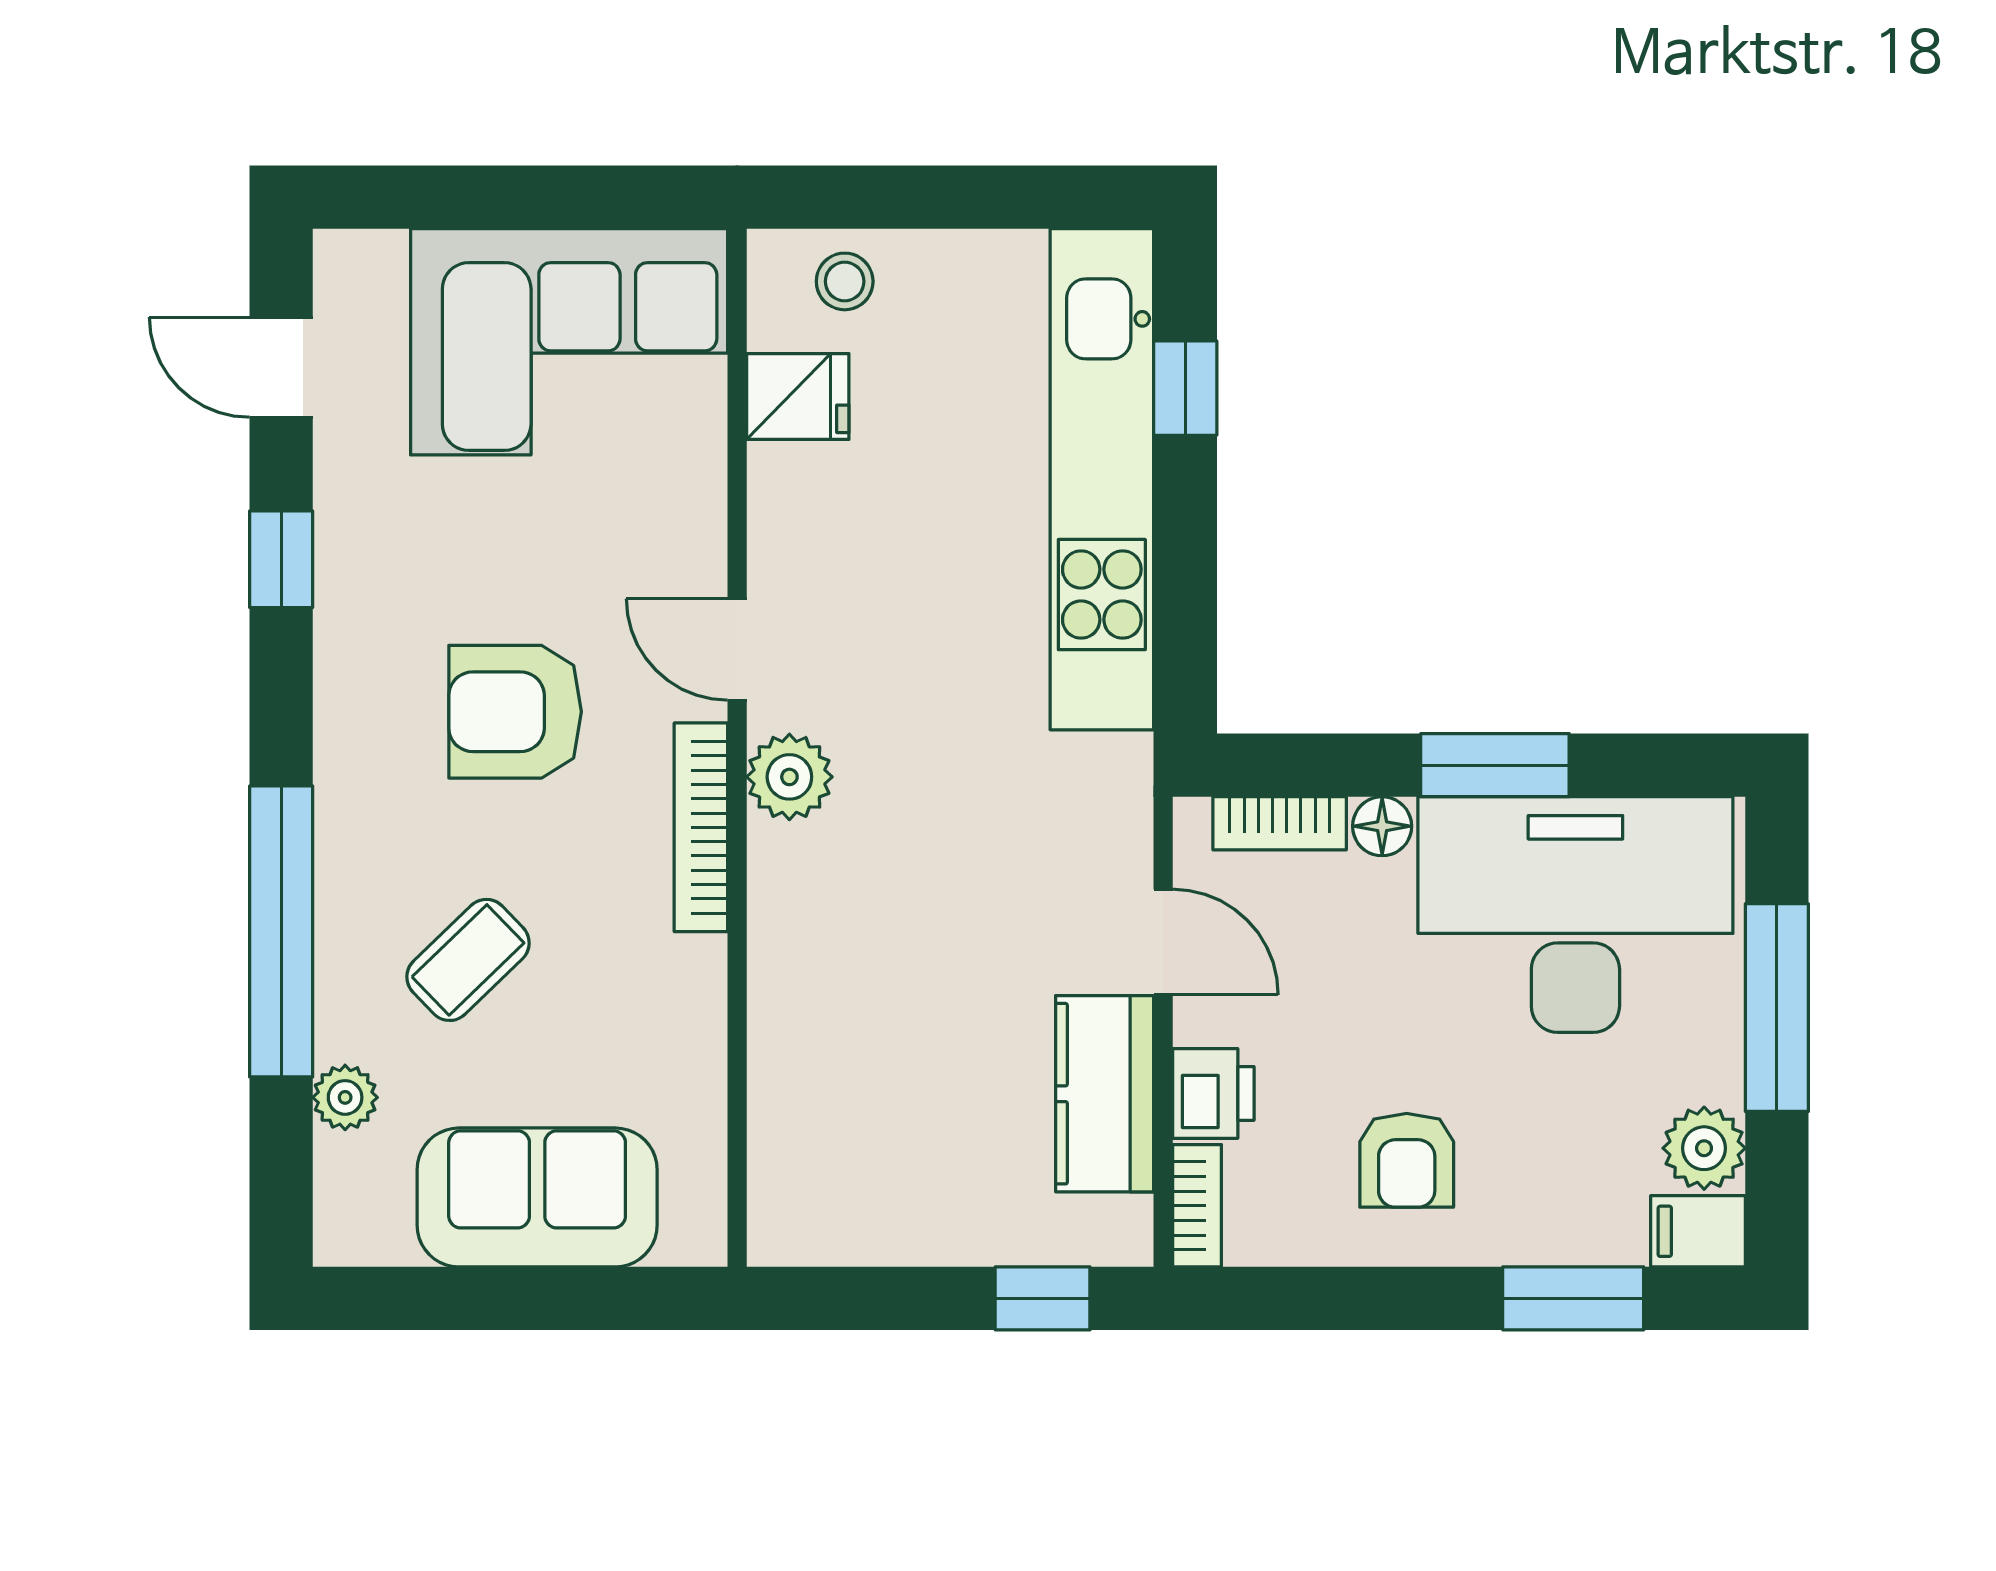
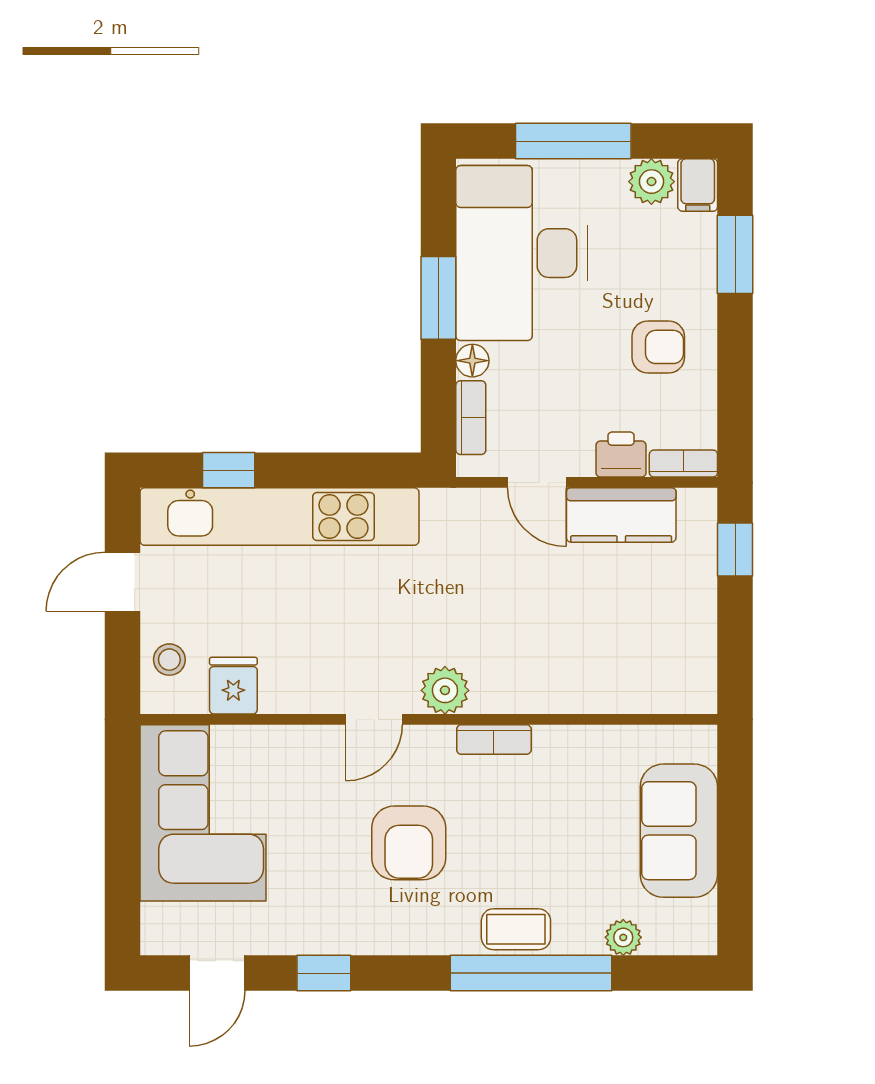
door: (985, 197) -> (122, 582), added
bookcase: (701, 827) -> (494, 740), width x0.64
door: (1163, 942) -> (537, 482), swing flipped
coffee table: (468, 960) -> (516, 929), moved, turned -46

